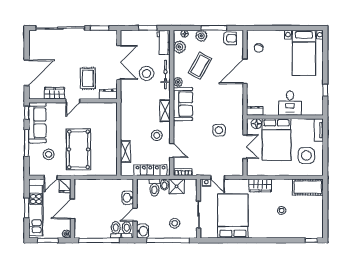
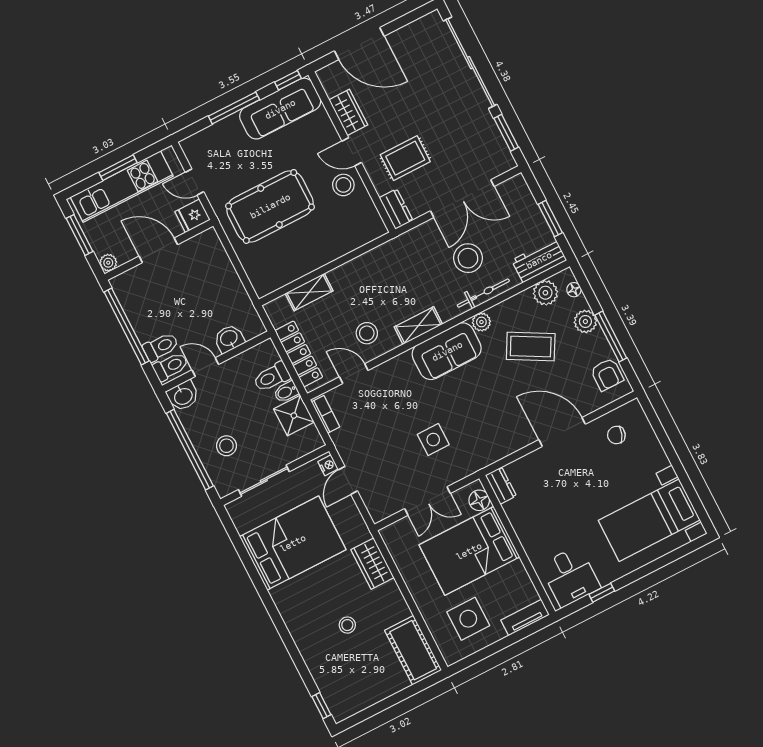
desk: (290, 103) -> (570, 576), moved, turned -90
door: (172, 150) -> (354, 374), swing flipped
stool: (49, 154) -> (343, 185), moved

